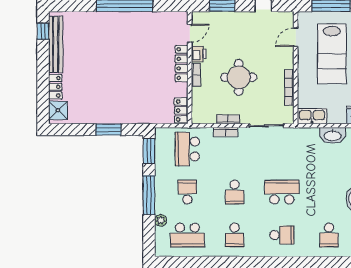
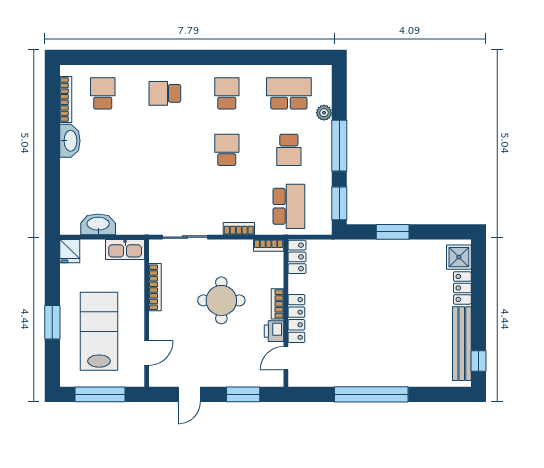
bookcase: (228, 119) -> (269, 245), moved
school desk: (282, 192) -> (165, 150), removed

